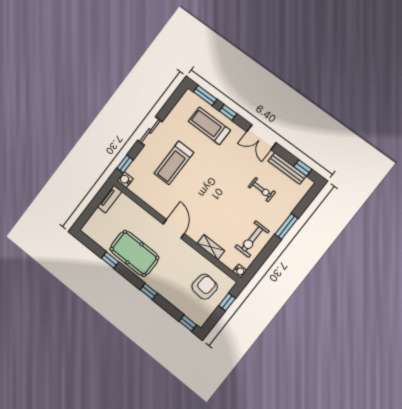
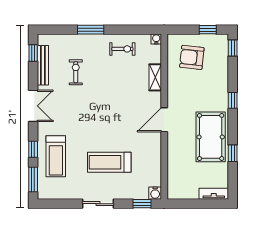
treadmill: (174, 163) -> (109, 162), turned 180
tv unit: (110, 199) -> (214, 194), moved
exercise bike: (252, 239) -> (122, 49), width x0.73, depth x0.72
window: (227, 302) -> (208, 30), moved

